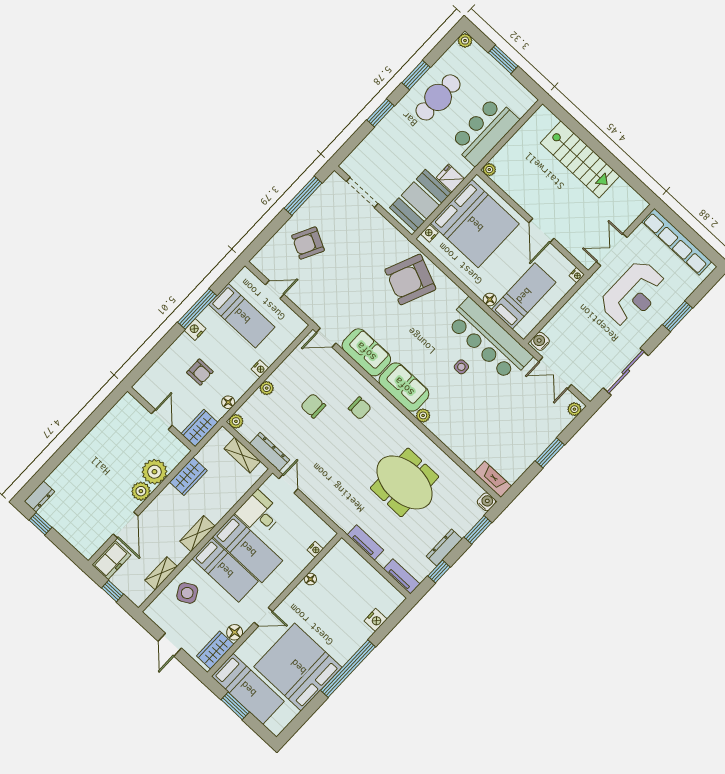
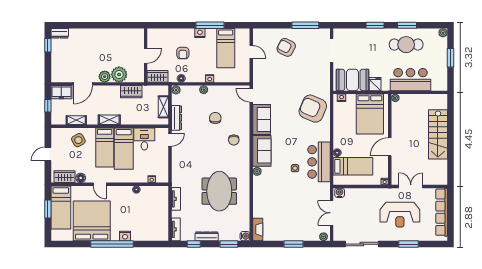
bed: (475, 224) -> (370, 114), width x0.73
bar counter: (489, 339) -> (319, 162), width x0.73
nightstand: (376, 620) -> (125, 236), moved

